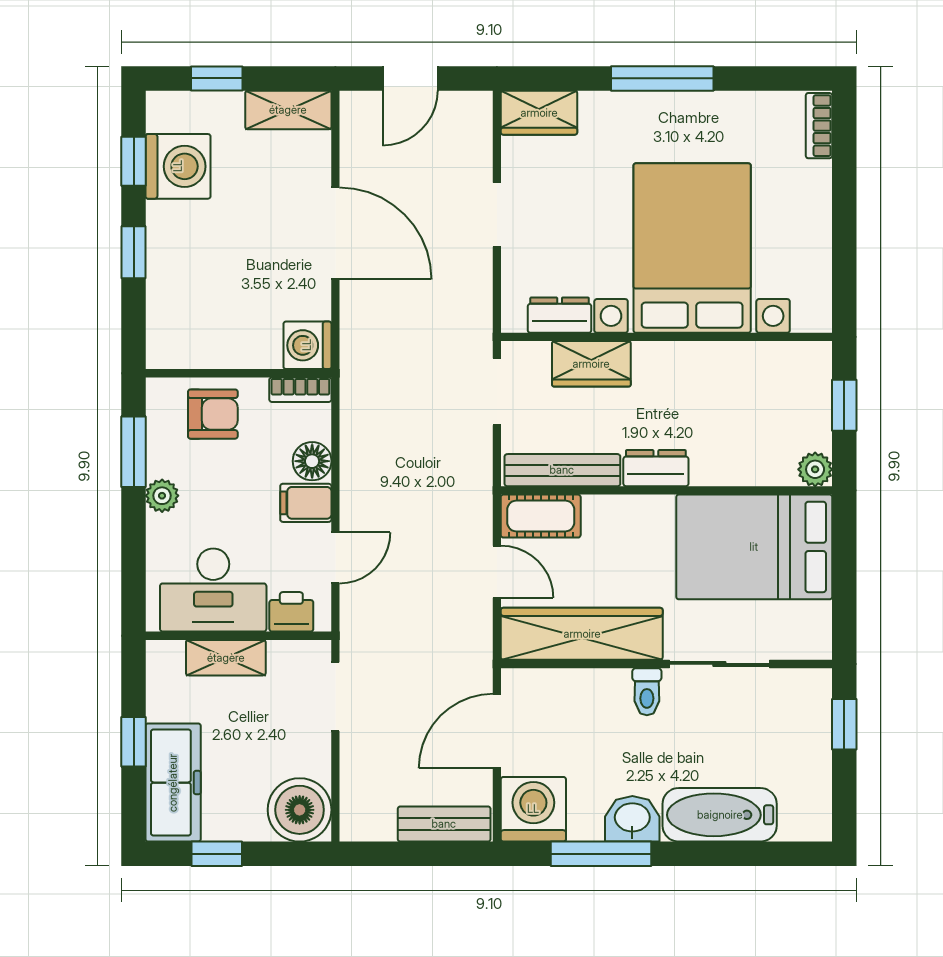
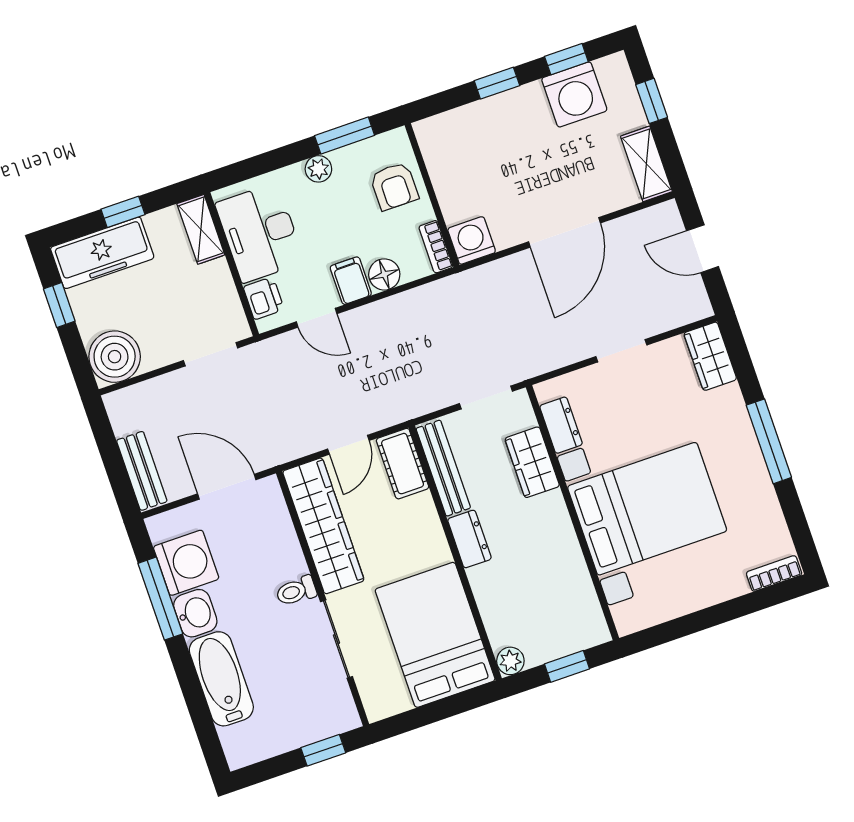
shelving: (226, 658) -> (201, 229), moved
washing machine: (533, 809) -> (186, 563), moved

